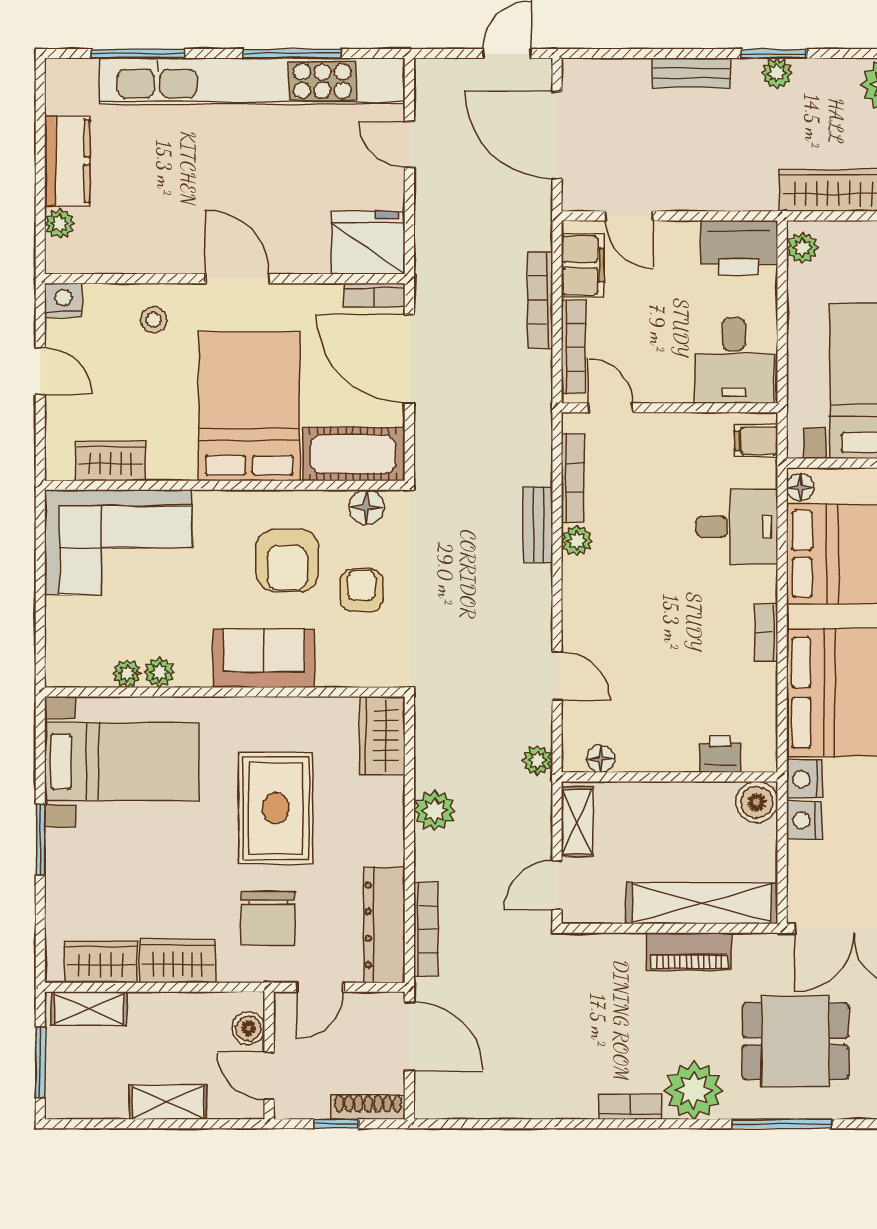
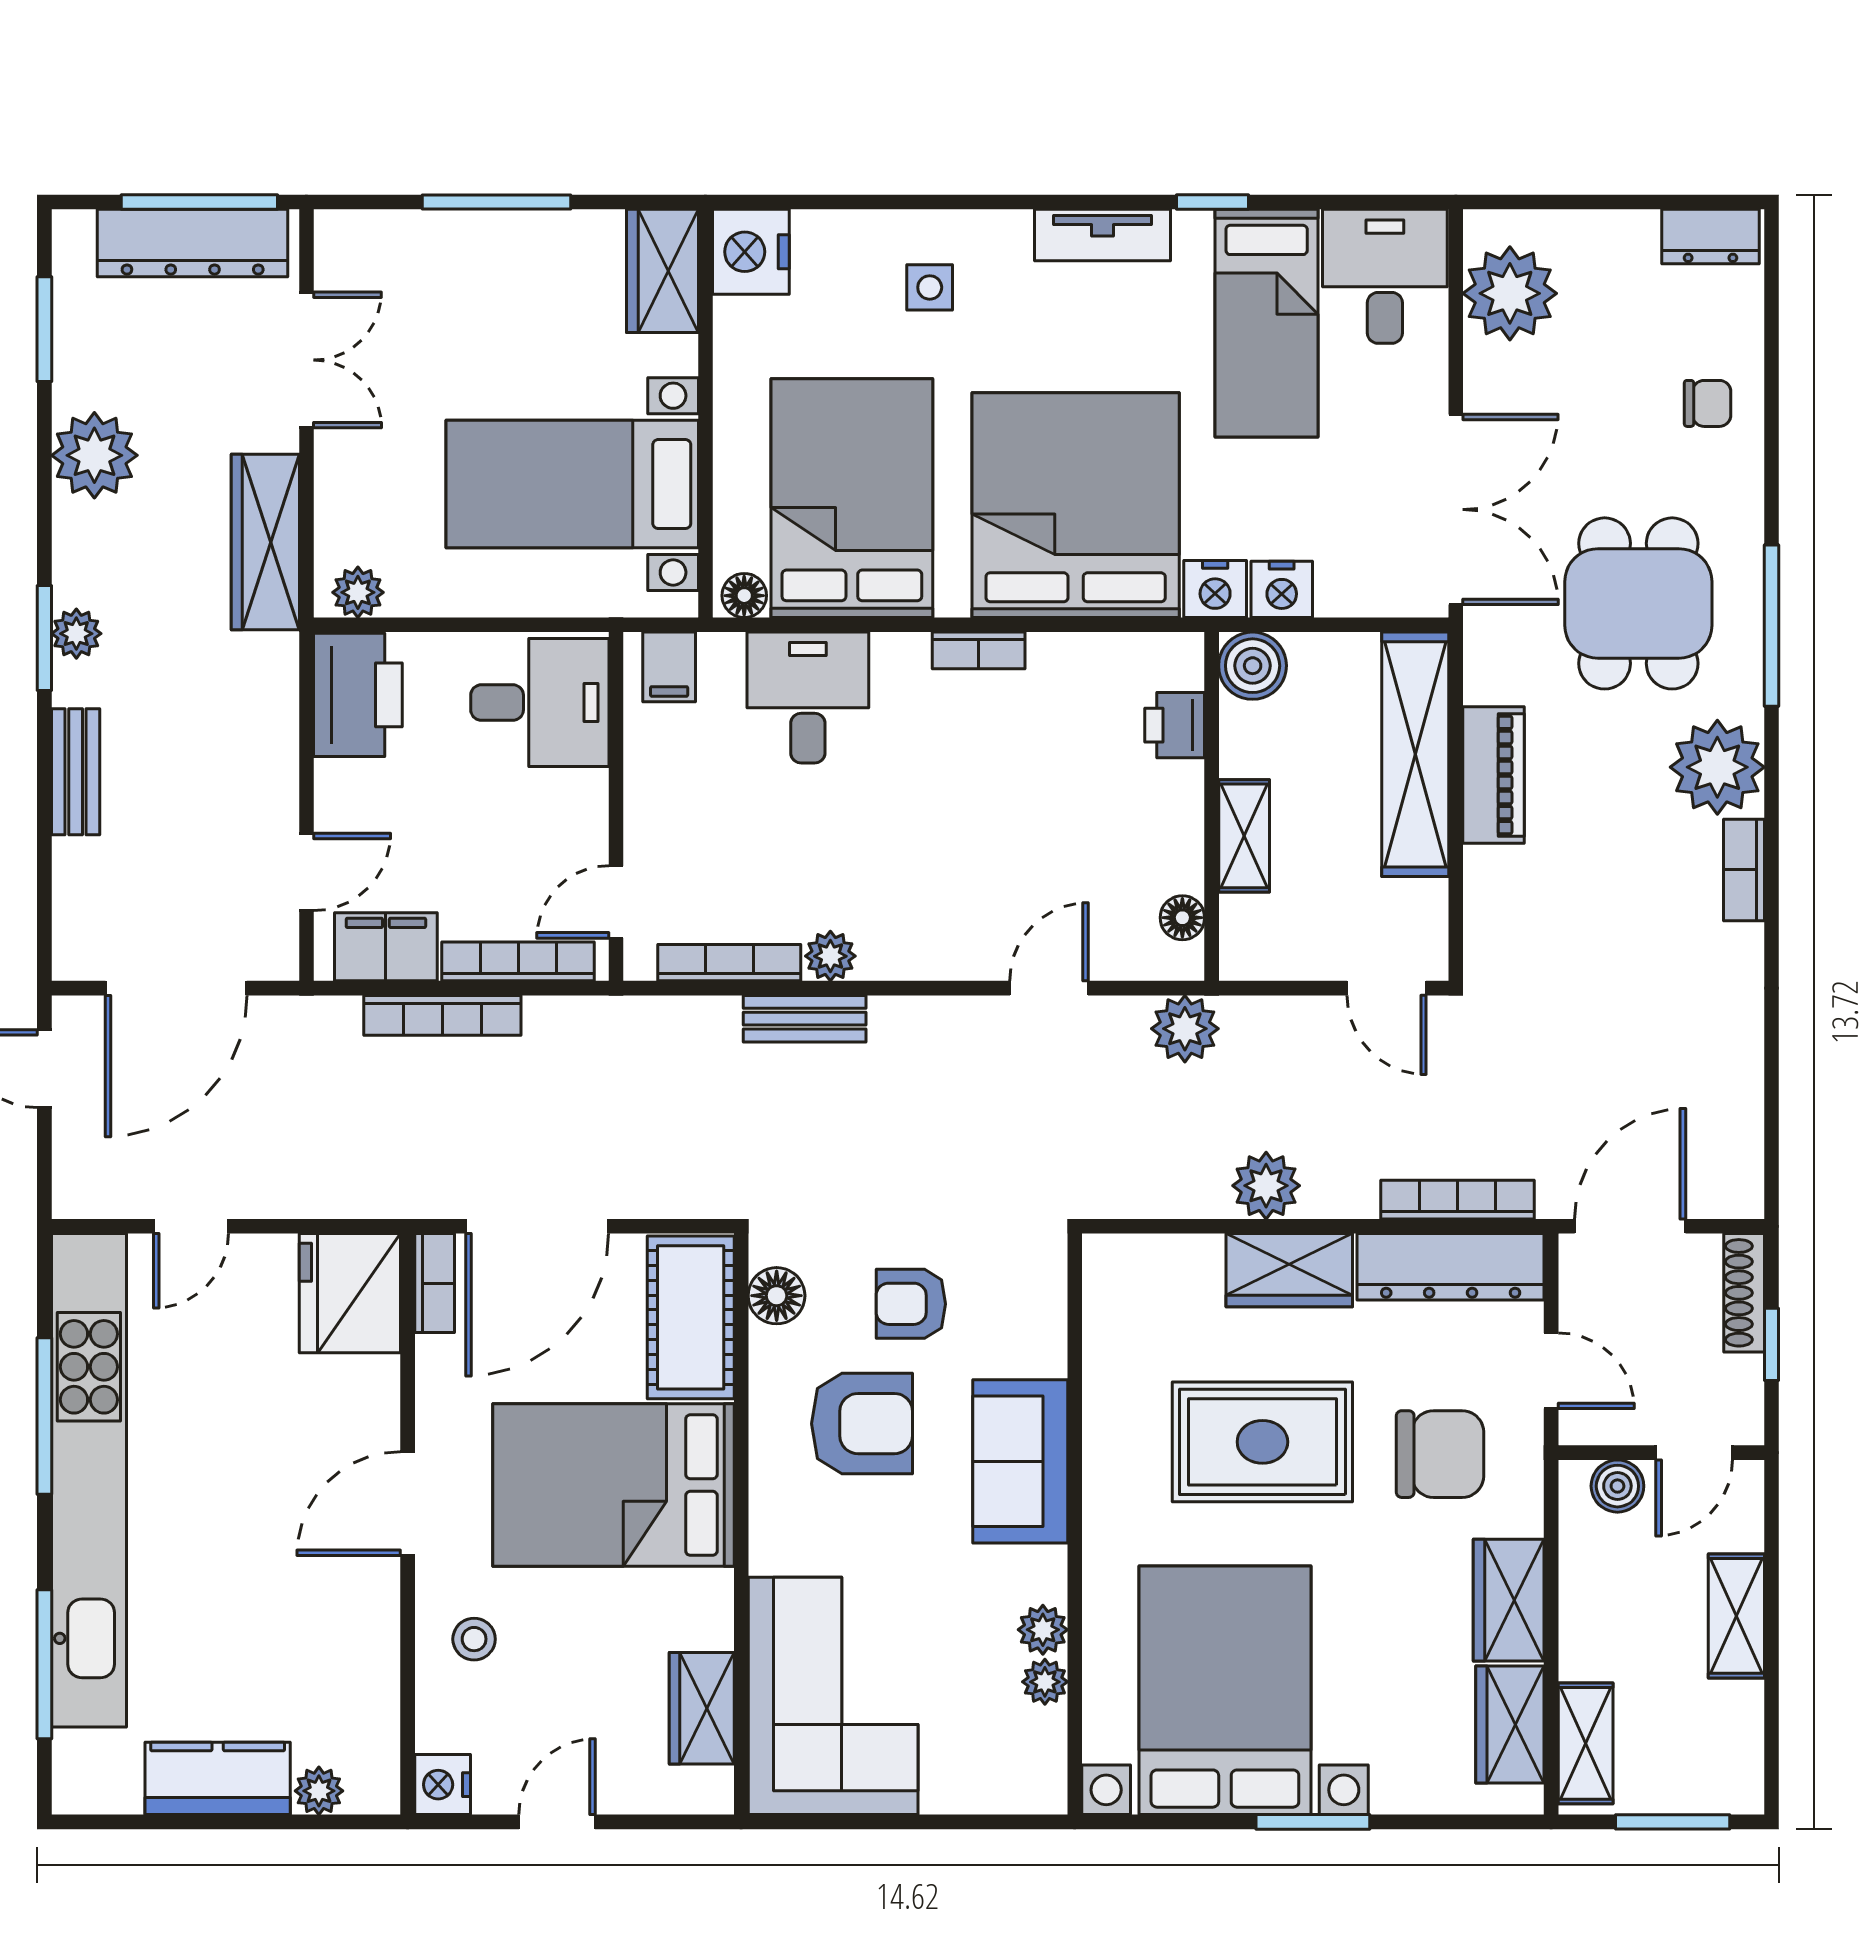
wardrobe: (382, 736) -> (1289, 1270), moved
plant: (538, 760) -> (1185, 1029), width x1.38, depth x1.38
bed with nightstands: (122, 762) -> (1225, 1690), width x1.36
shelving: (577, 822) -> (1244, 836), moved, turned 90

